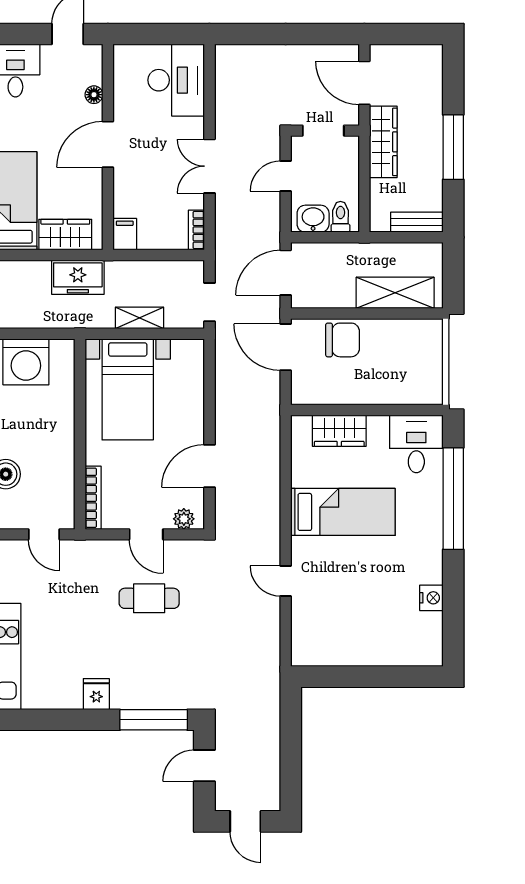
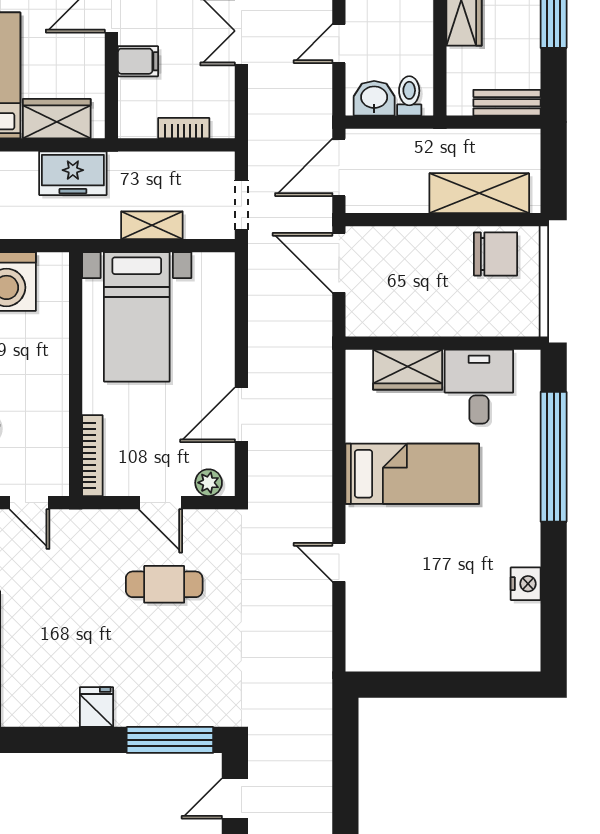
bookcase: (196, 230) -> (184, 128), moved, turned 90
filing cabinet: (125, 234) -> (138, 61), moved, turned 90
chair: (343, 340) -> (496, 254), moved
desk: (416, 444) -> (479, 387), moved

